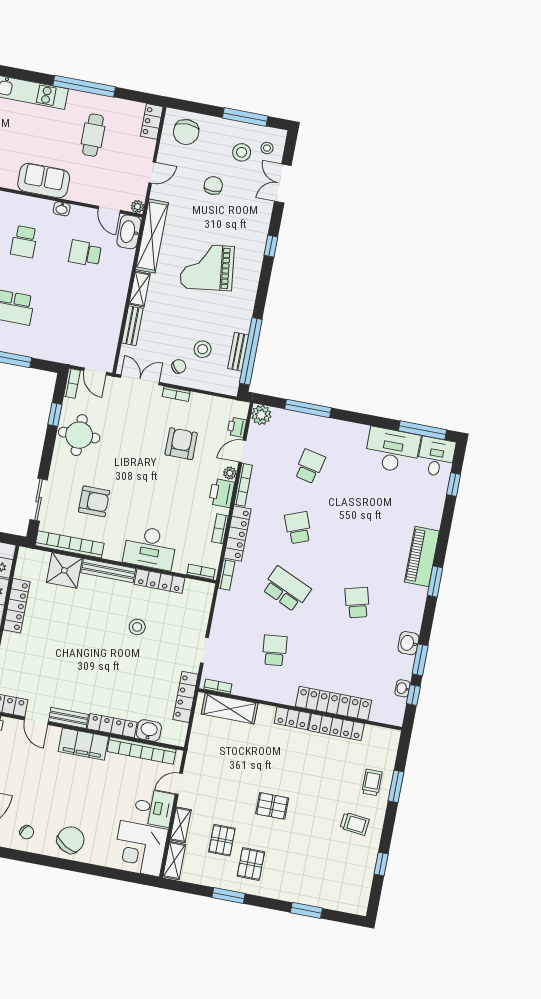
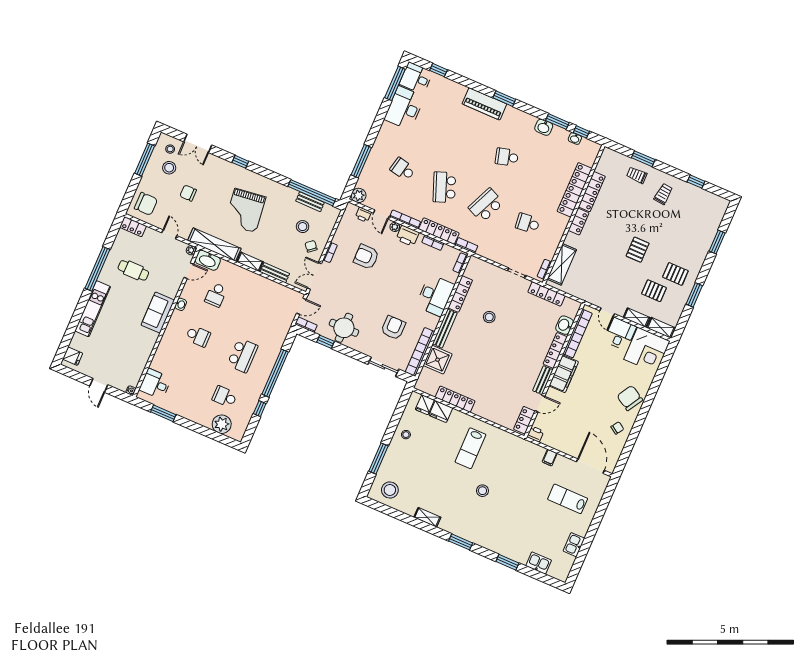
school desk: (298, 528) -> (444, 187), width x1.85

